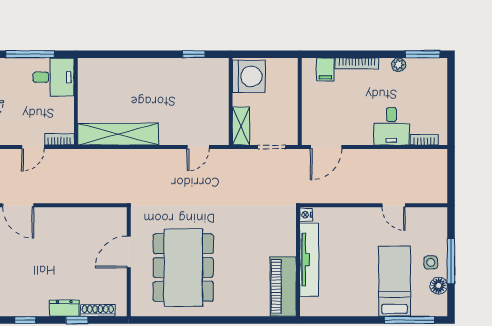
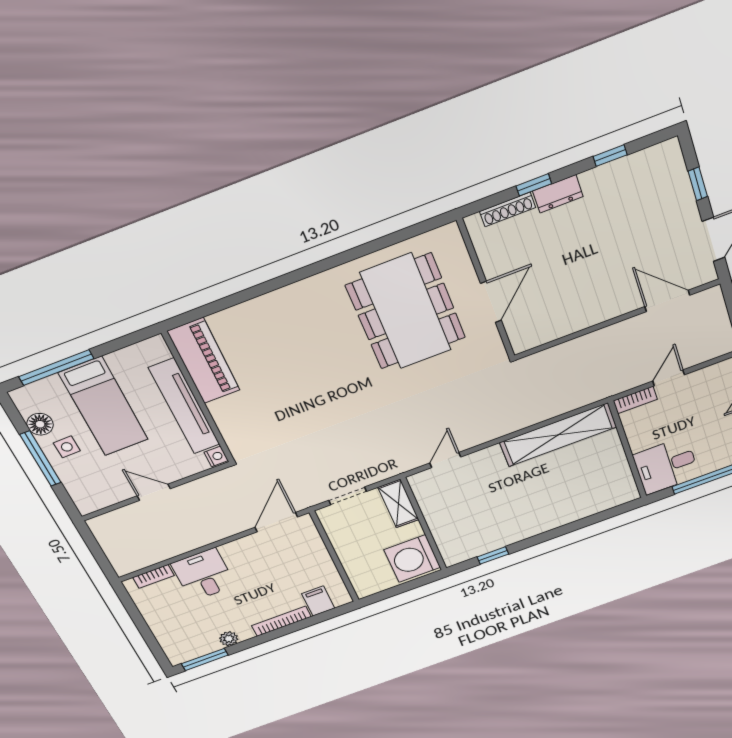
nightstand: (306, 215) -> (216, 456), moved
tv unit: (309, 260) -> (184, 407), moved
wall: (298, 262) -> (199, 398), moved
piano: (283, 286) -> (204, 361), moved

